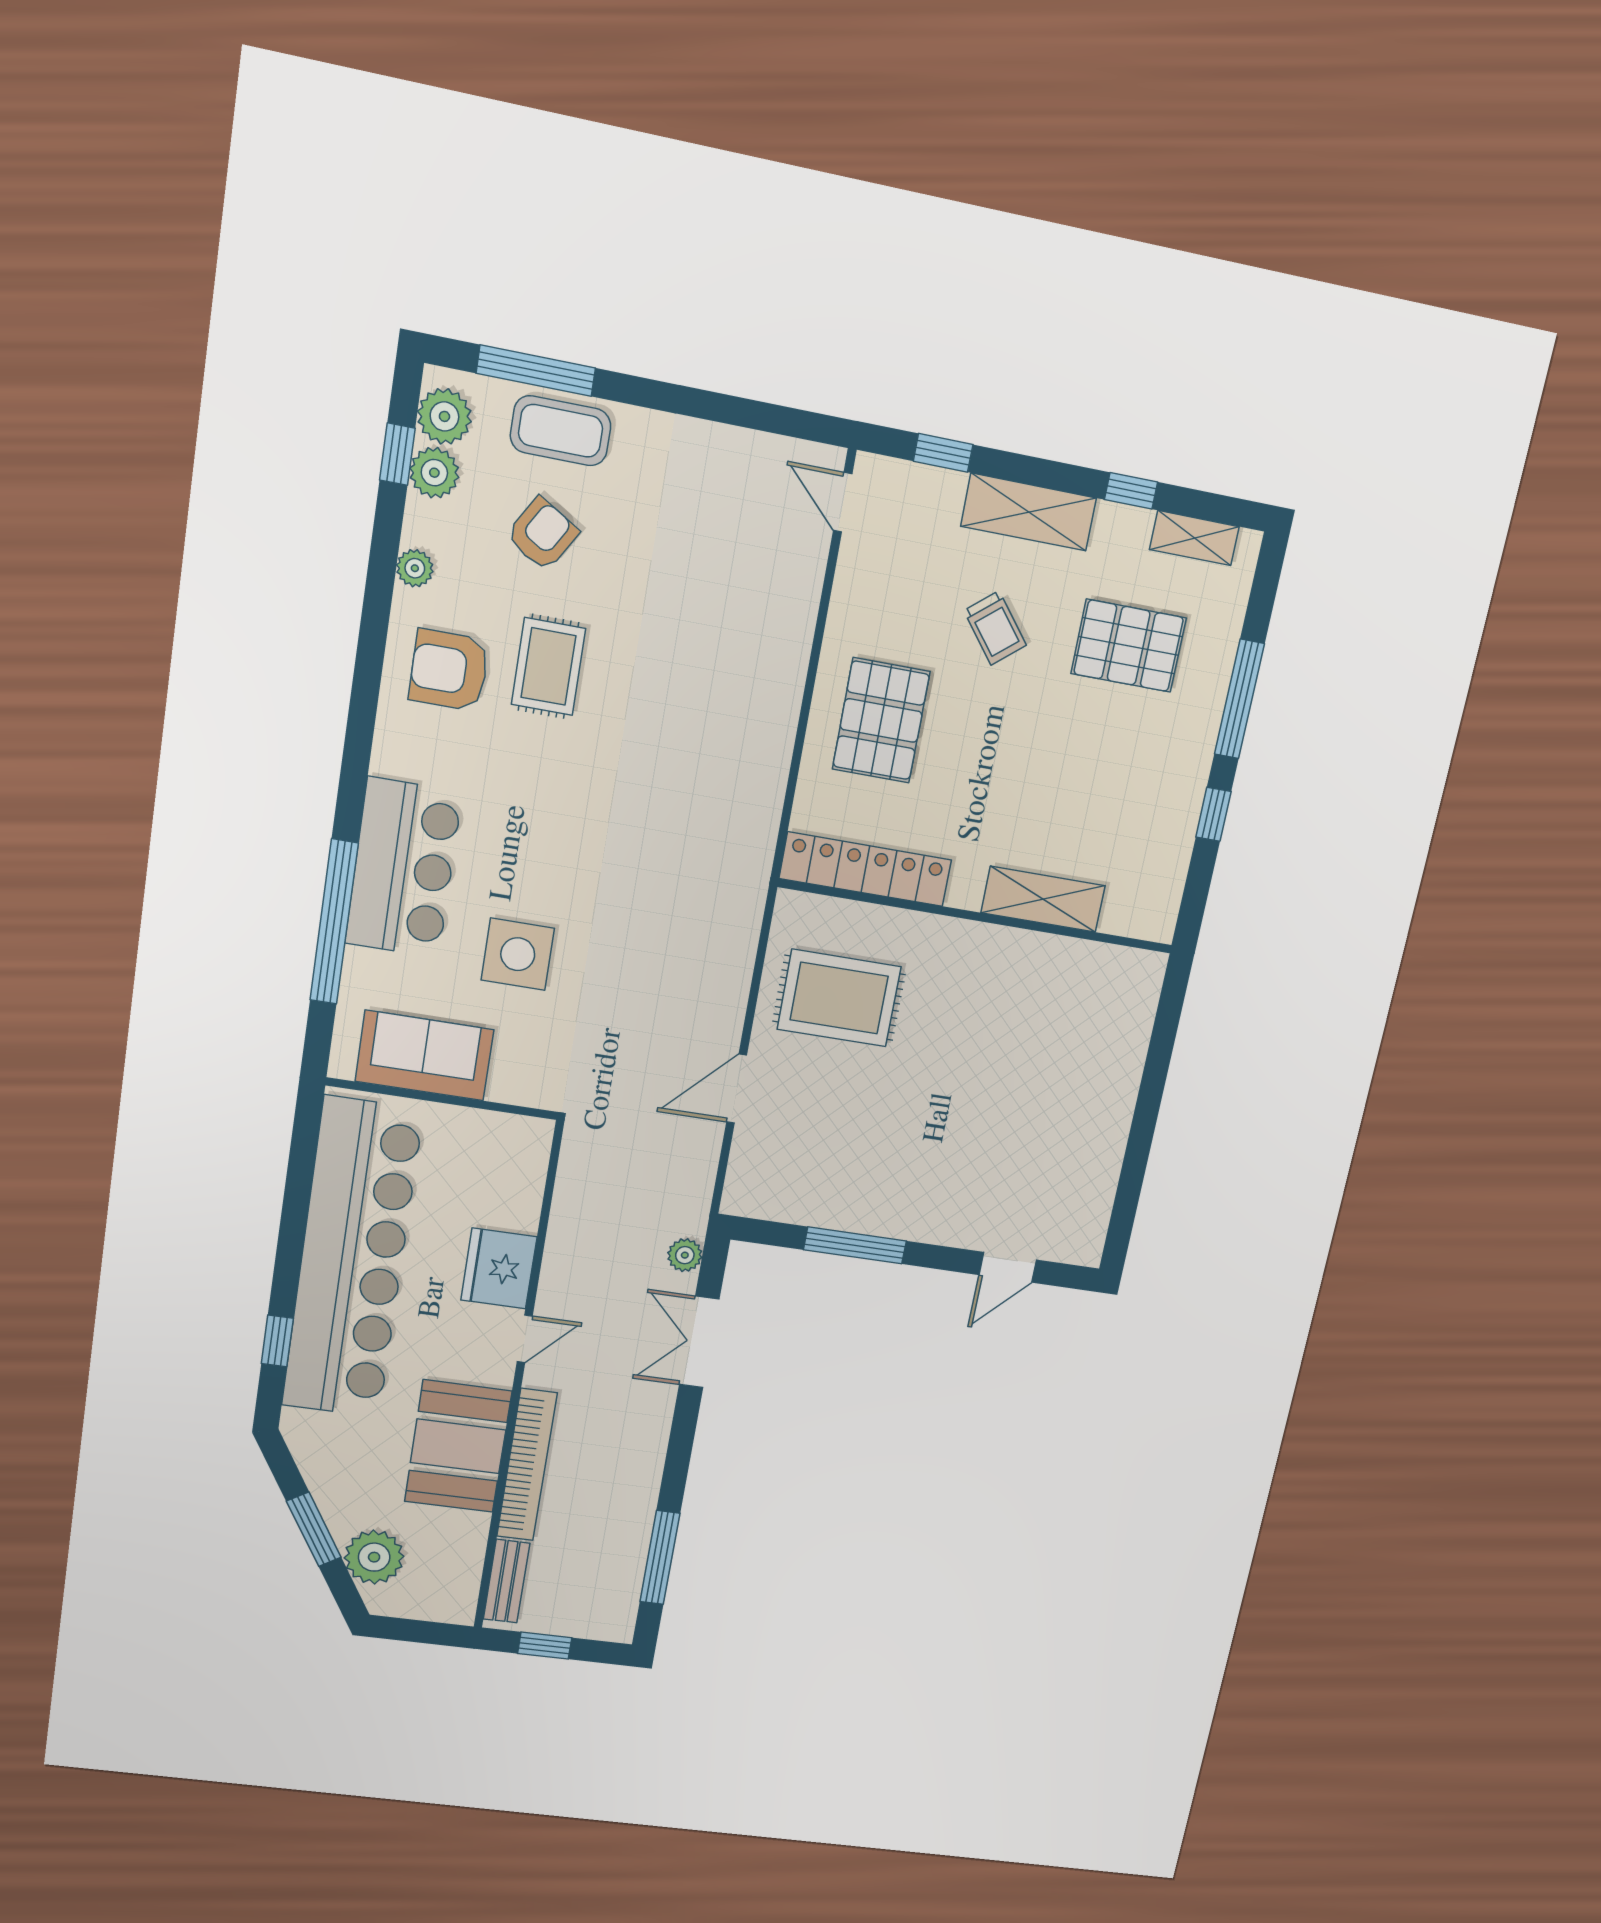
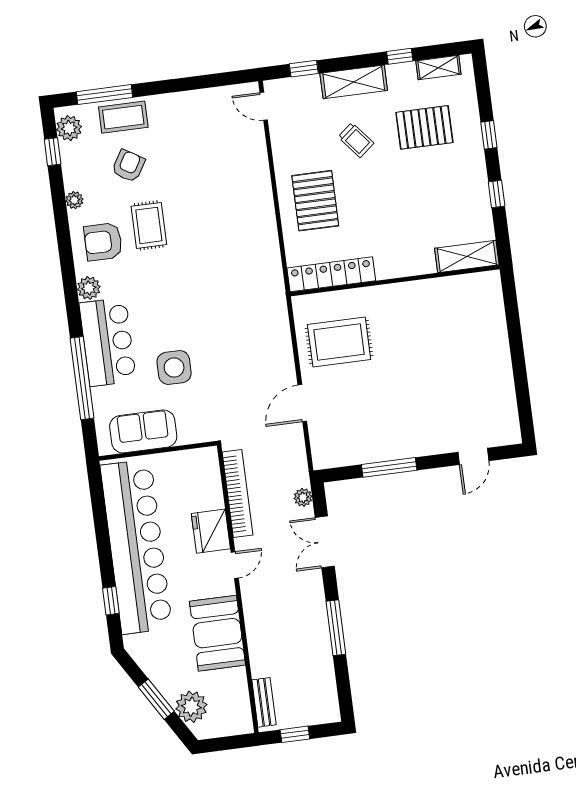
plant: (434, 473) -> (89, 288), moved
window: (1239, 699) -> (489, 135), width x0.46
shelving: (1043, 899) -> (467, 256), moved
bookcase: (527, 1465) -> (238, 494), moved
window: (660, 1558) -> (336, 628), moved

